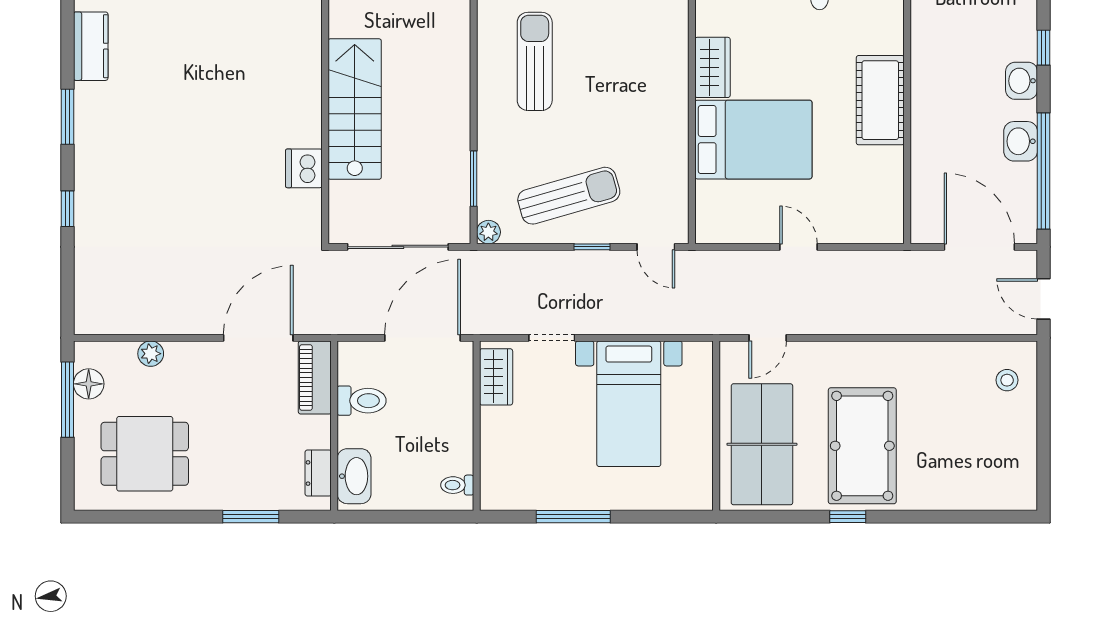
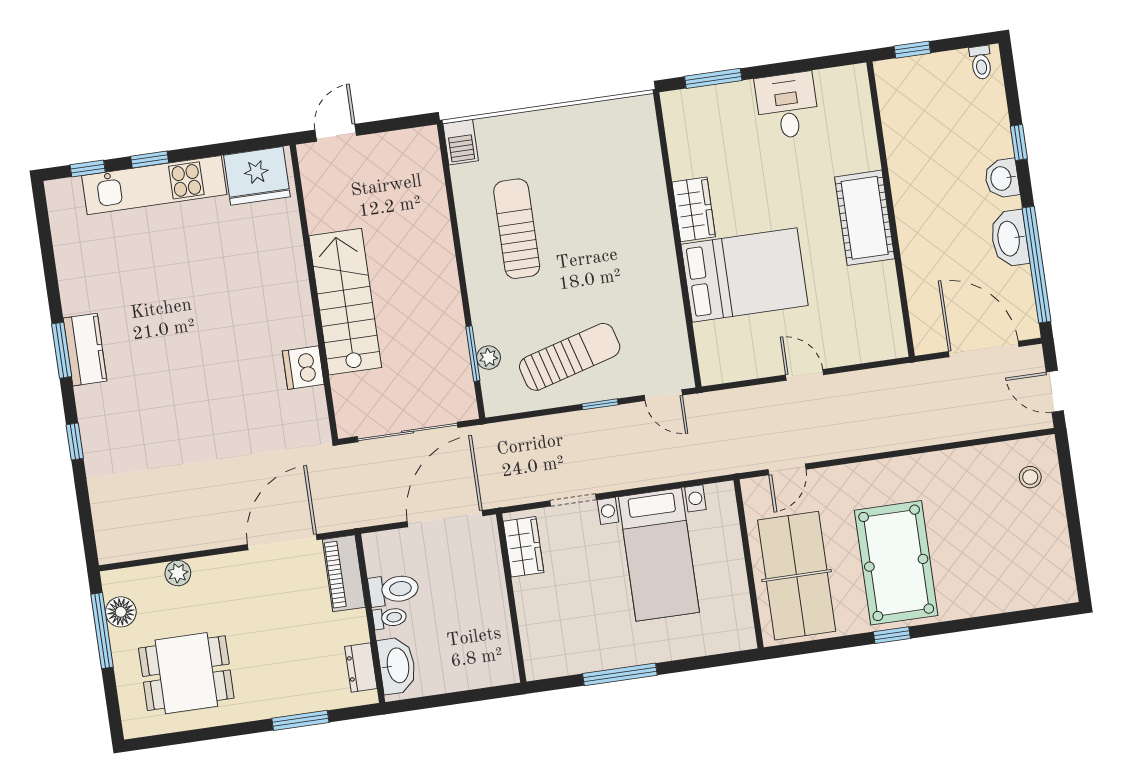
kitchen counter: (91, 46) -> (85, 350), moved
washbasin: (1021, 141) -> (1010, 238), width x1.38
plant: (488, 232) -> (489, 358), moved
toilet: (457, 485) -> (390, 618), moved, turned 180

